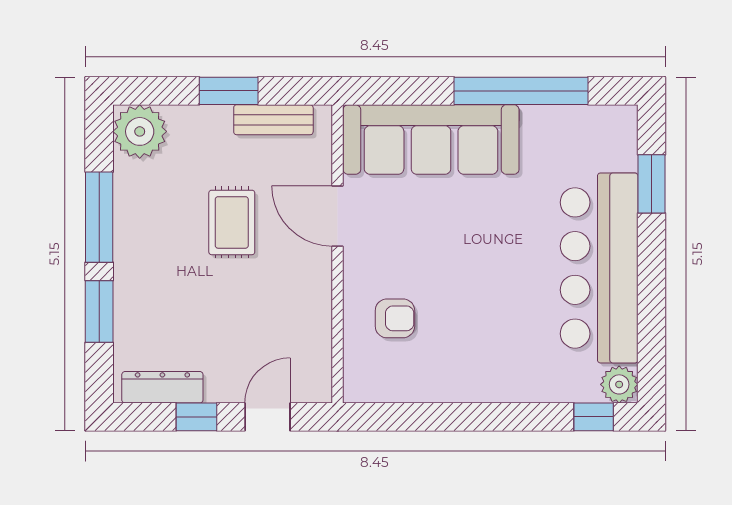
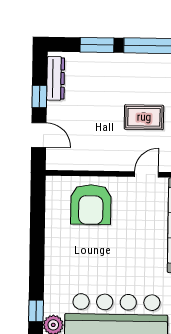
door: (338, 216) -> (146, 174), width x0.73
armchair: (395, 318) -> (91, 204), width x1.88, depth x1.88

